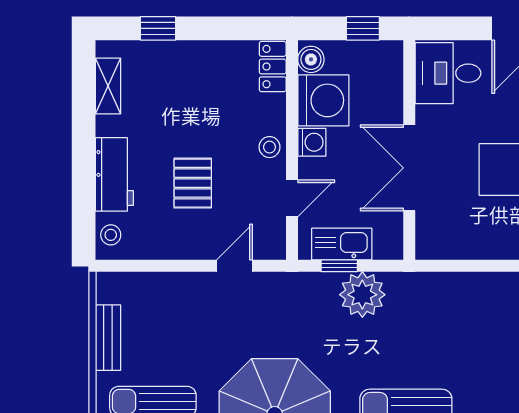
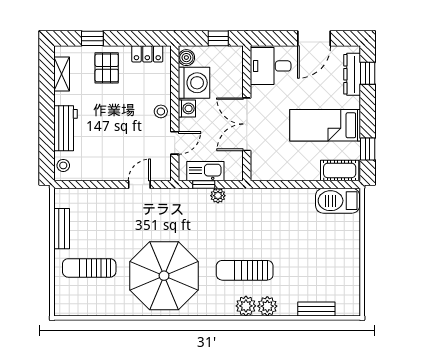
locker: (273, 67) -> (147, 54), moved, turned -90
pallet: (193, 183) -> (107, 68), moved
plant: (362, 295) -> (218, 196), width x0.53, depth x0.53

